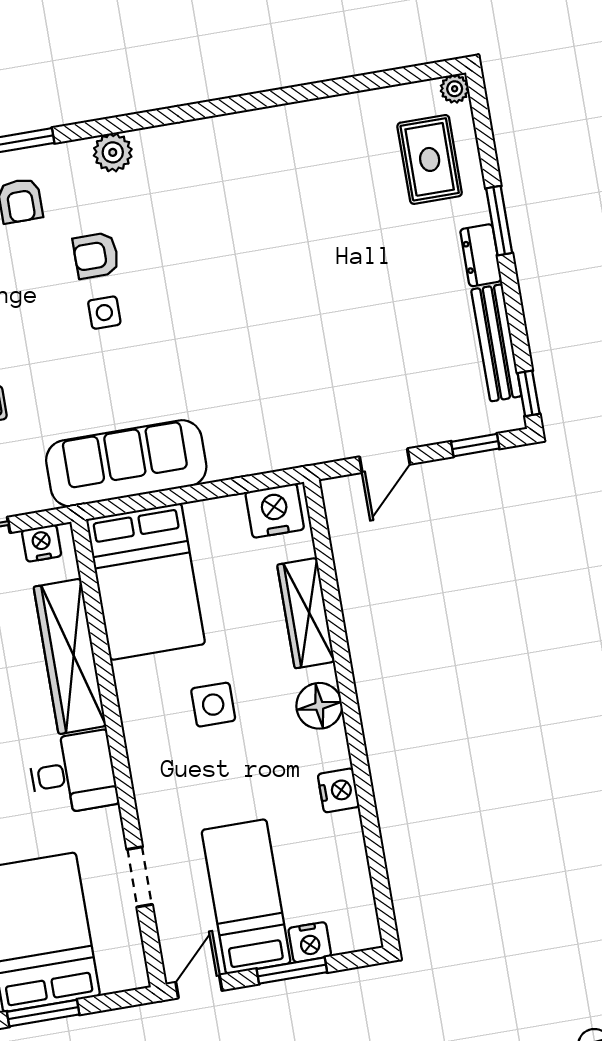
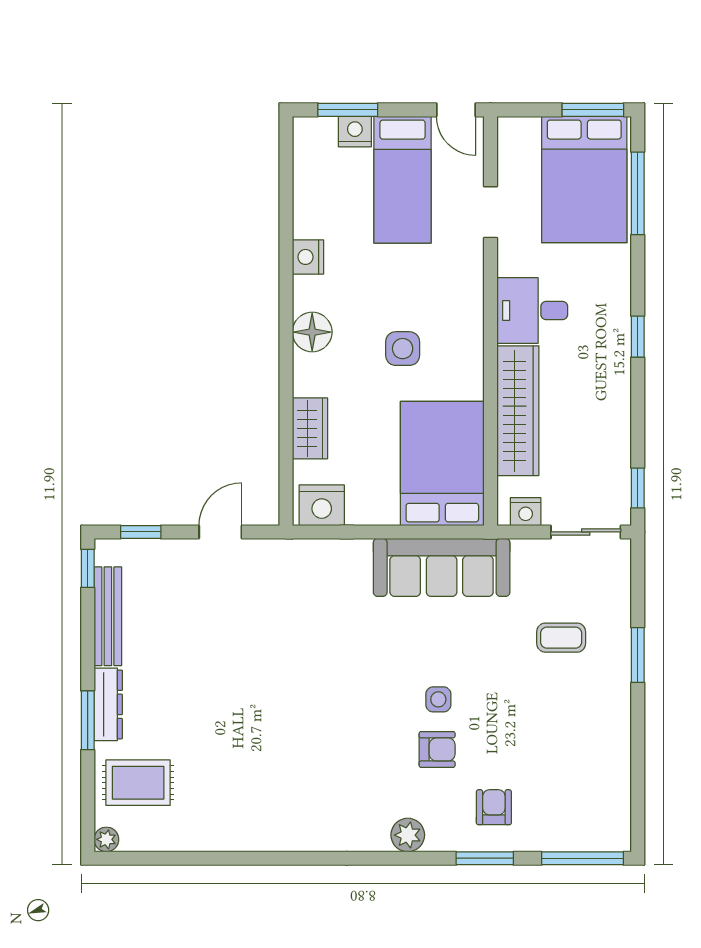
rug: (430, 159) -> (138, 783), turned 90
dresser: (481, 255) -> (108, 704), width x1.44
wardrobe: (306, 613) -> (310, 428), width x0.67
window: (292, 971) -> (348, 110), moved
door: (199, 986) -> (456, 110), hinge flipped

